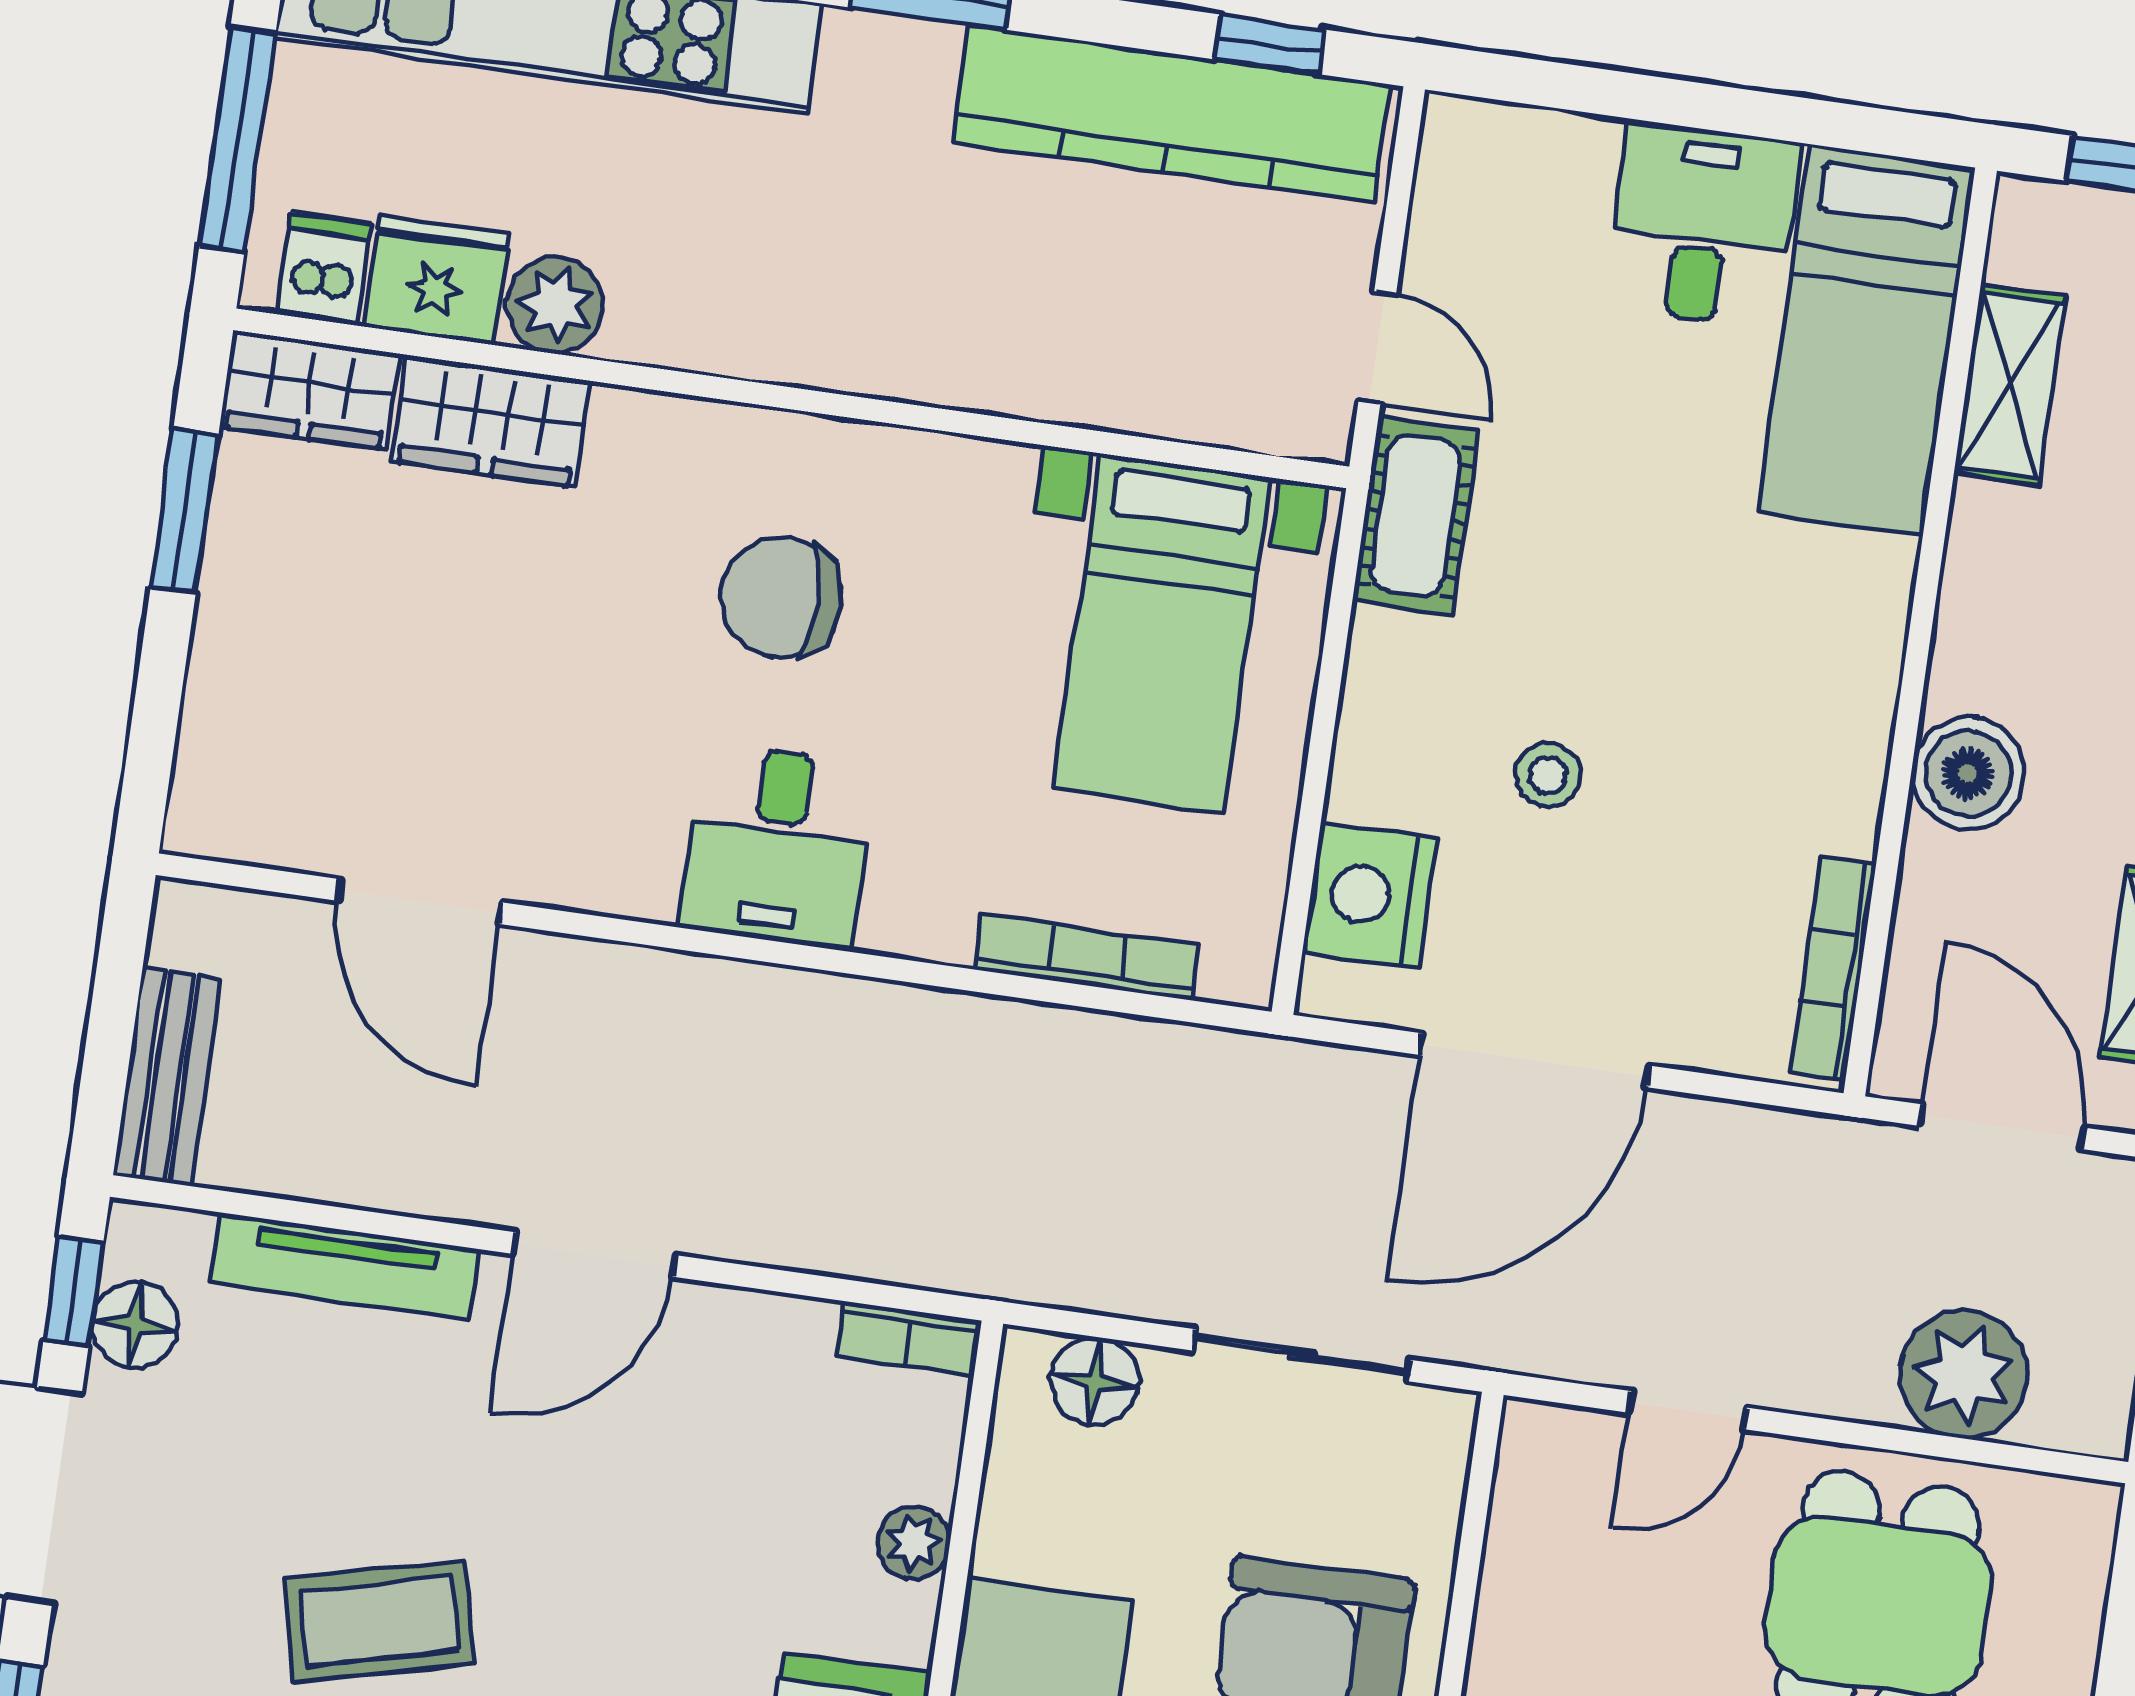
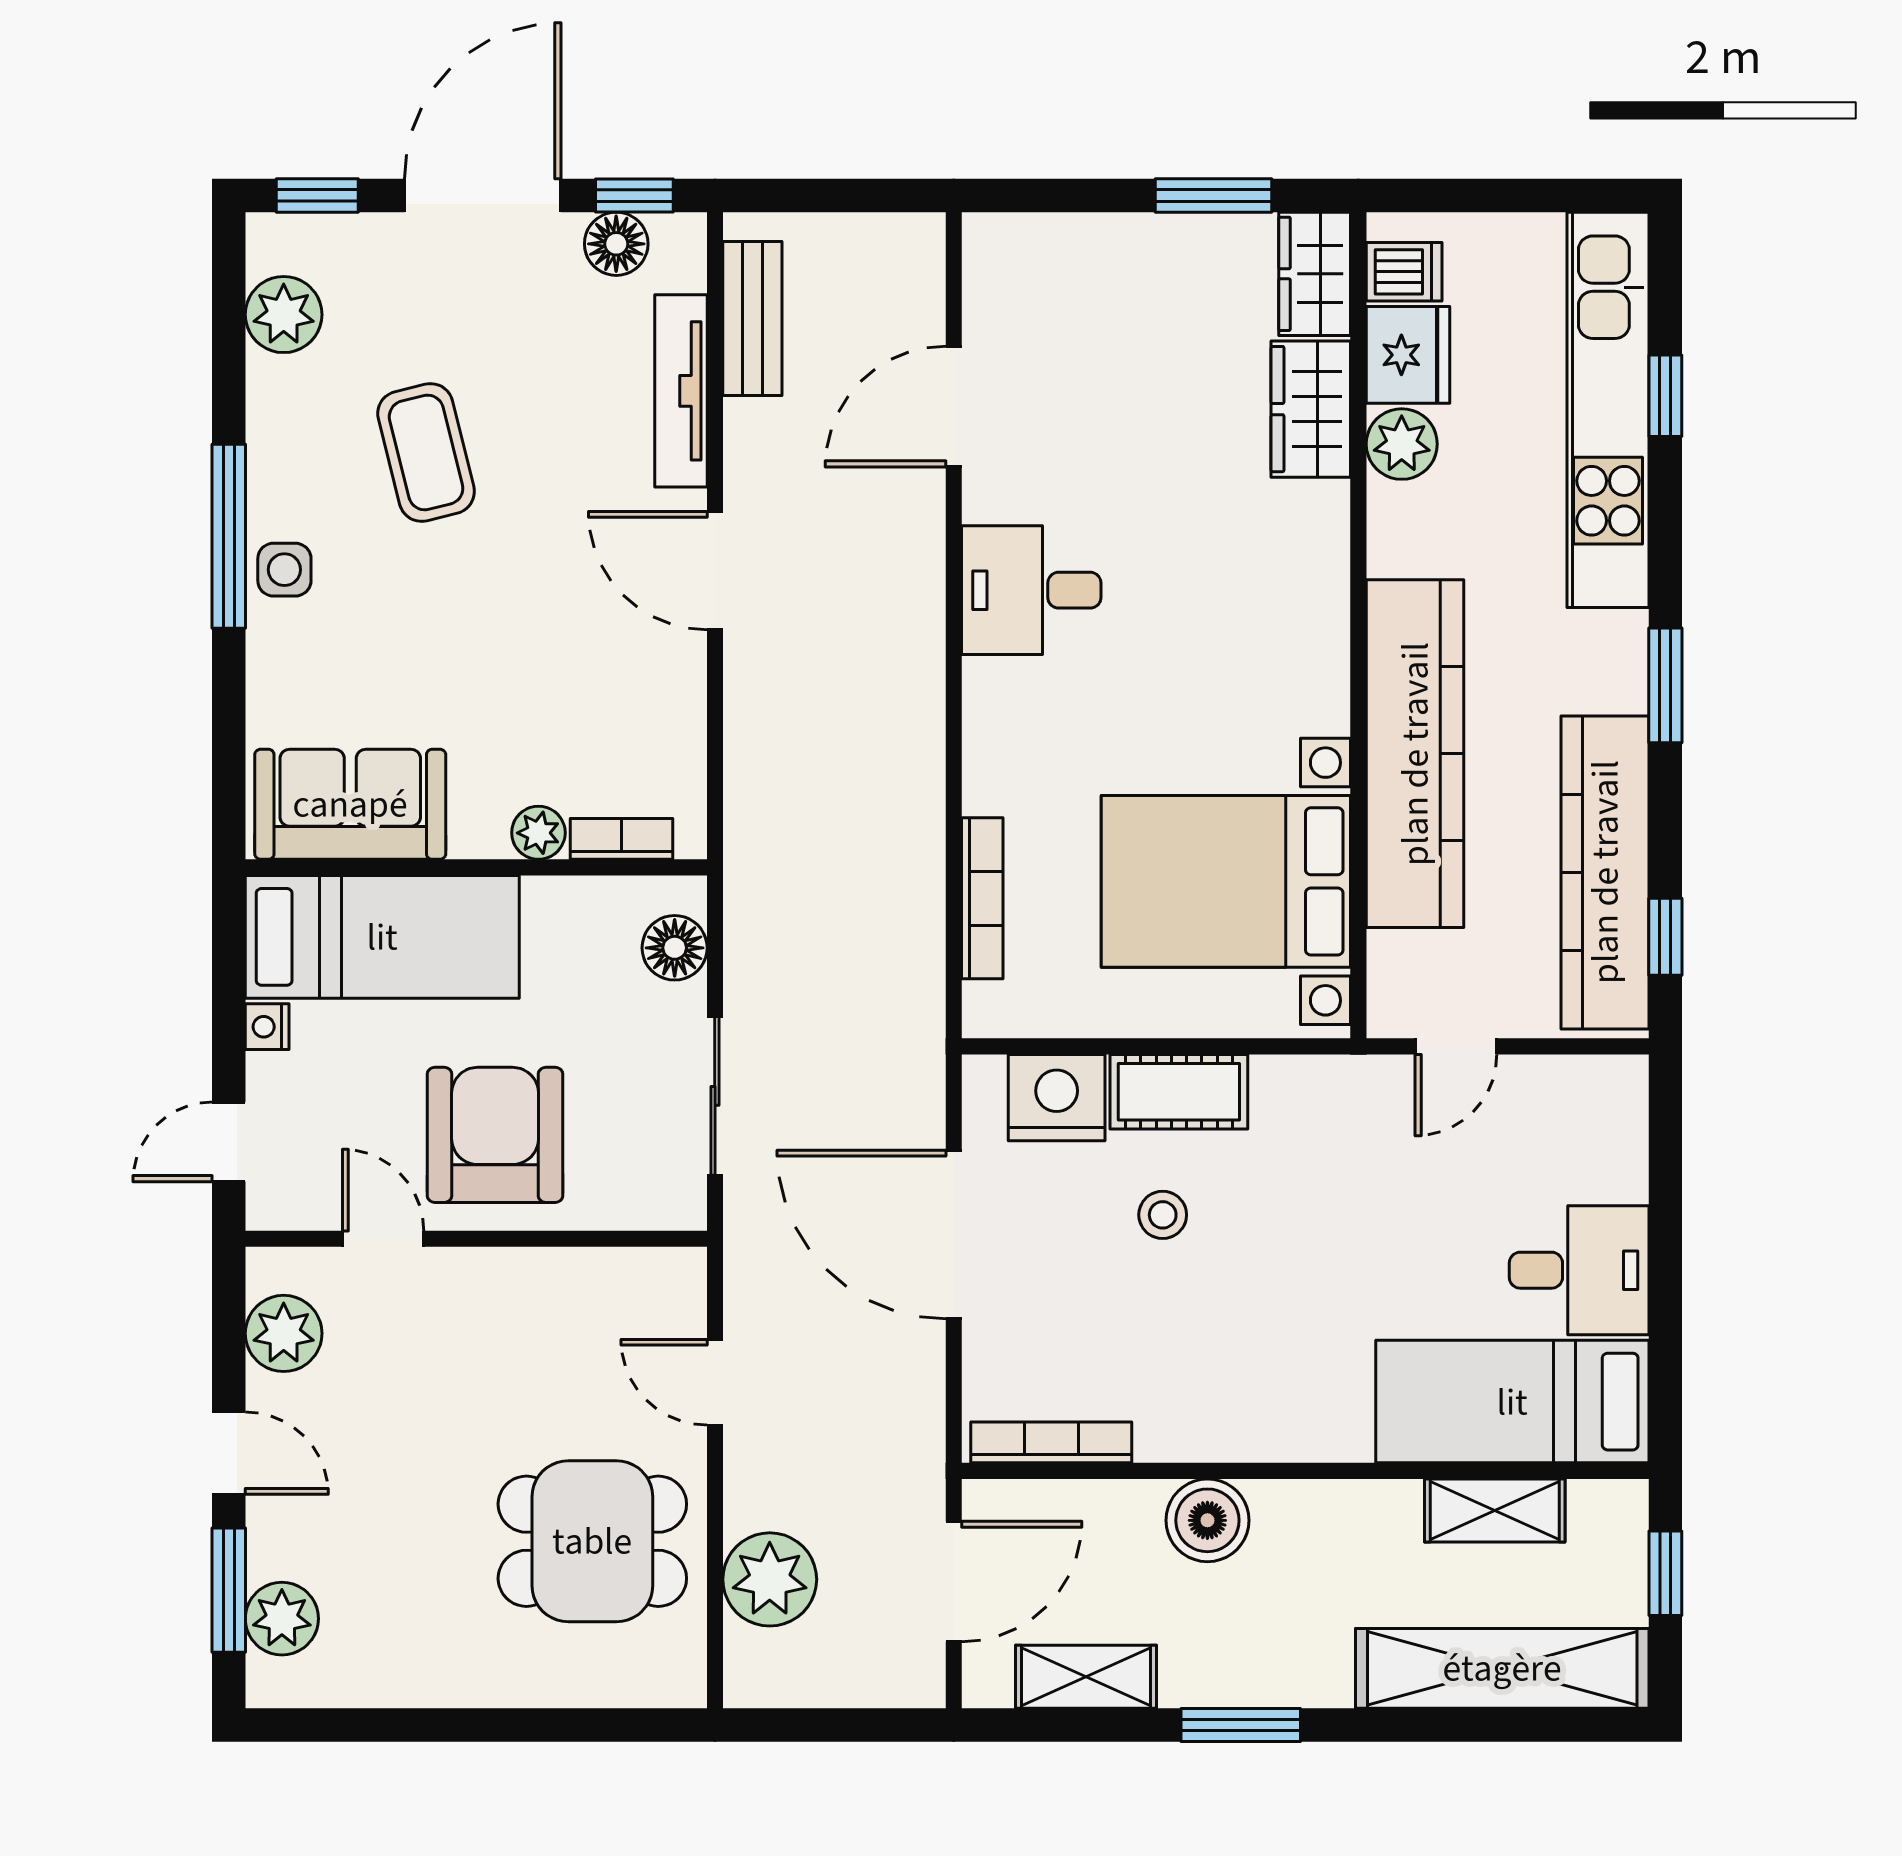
window: (237, 139) -> (1490, 196), removed
kitchen counter: (975, 347) -> (1415, 754), added
cot: (1416, 516) -> (1179, 1092), moved
chair: (782, 598) -> (1212, 639), removed
bed with nightstands: (1162, 633) -> (1226, 881), width x1.36
desk: (777, 846) -> (1031, 590), moved
bench: (167, 1077) -> (752, 318), moved, turned 90
bookcase: (909, 1338) -> (622, 839), moved, turned 90

